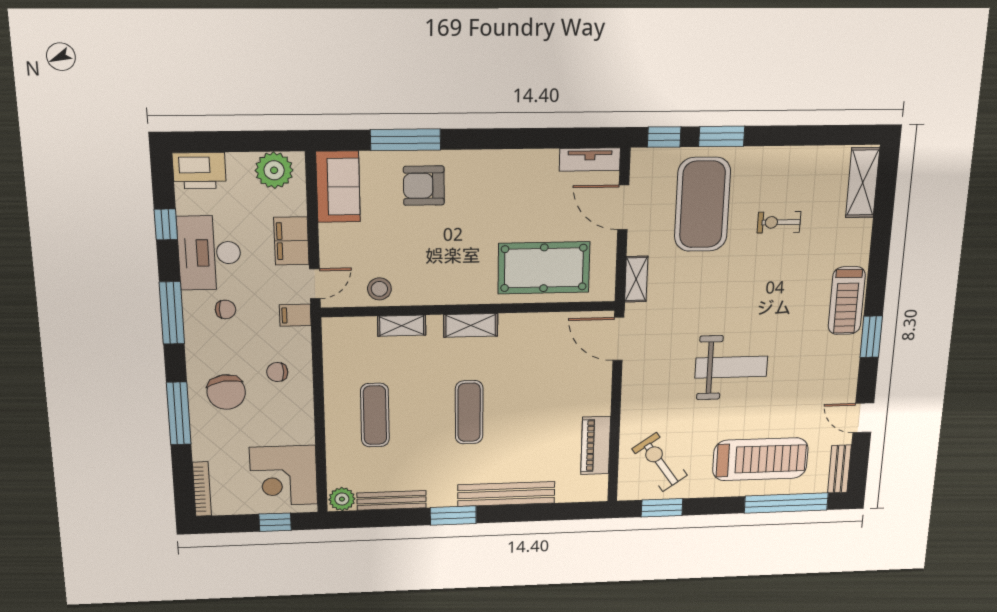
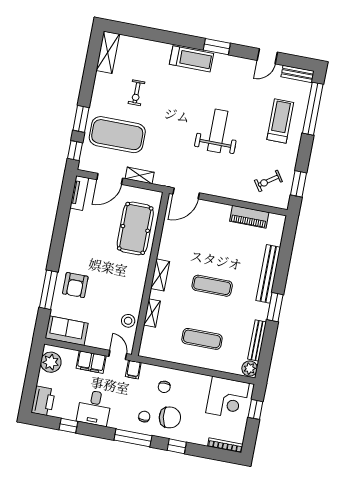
shelving: (863, 183) -> (108, 52), moved, turned 90
desk: (209, 253) -> (94, 408), width x0.73
shelving: (636, 279) -> (140, 175), moved
chair: (226, 309) -> (144, 417), moved
window: (172, 313) -> (133, 438), moved
window: (179, 413) -> (177, 446), width x0.46
treadmill: (760, 459) -> (280, 121), width x0.73, depth x0.73
exercise bike: (660, 462) -> (268, 181), width x0.73, depth x0.72

